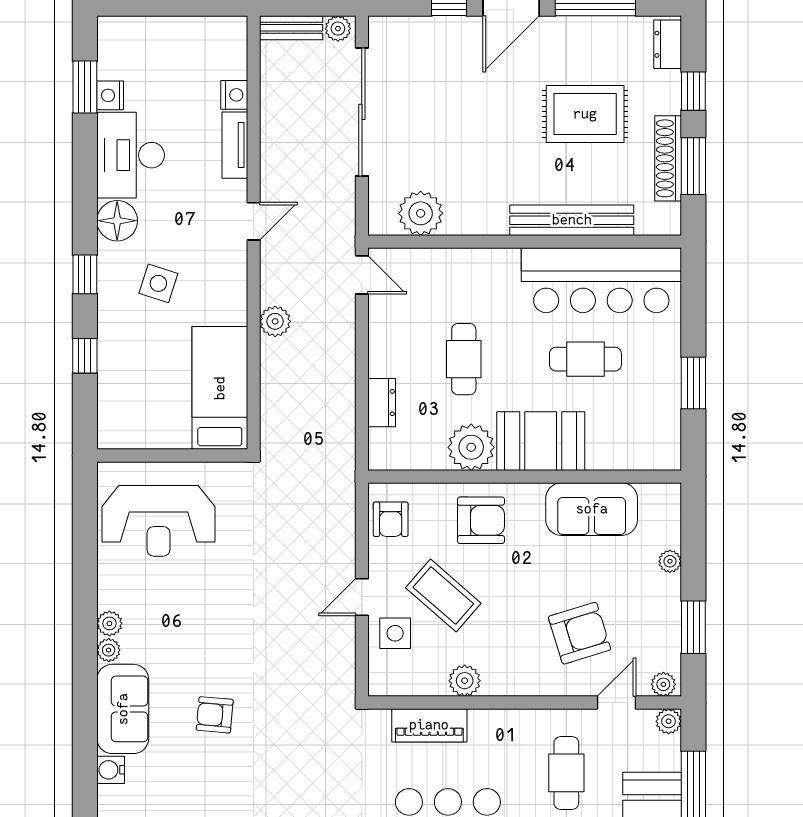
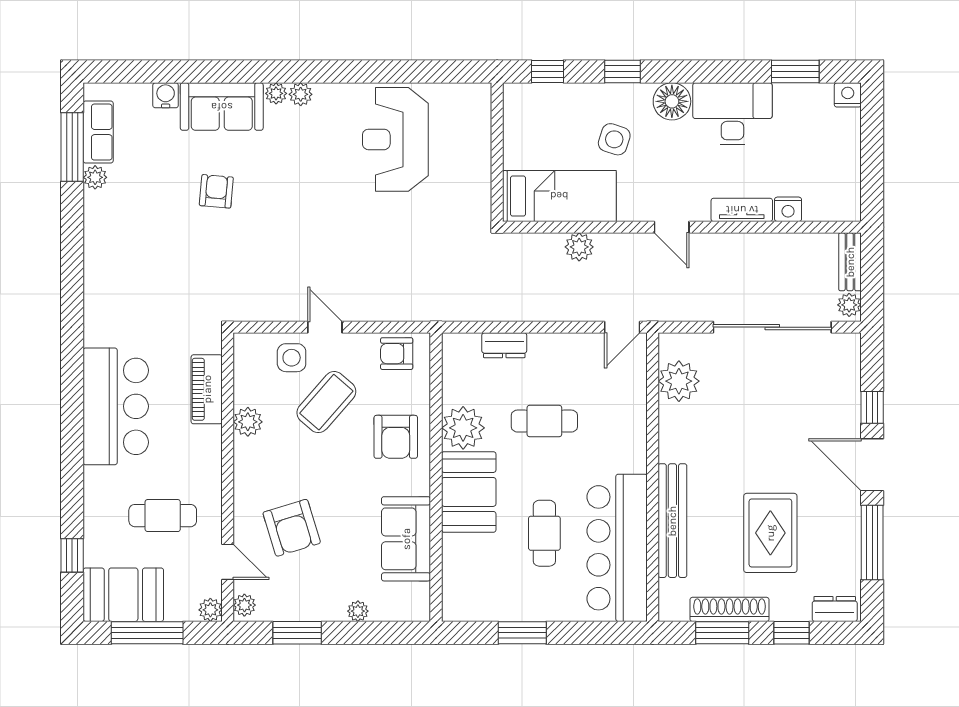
nightstand: (110, 95) -> (848, 95), moved
bed: (220, 388) -> (559, 196), moved
wall: (172, 456) -> (497, 152), moved

